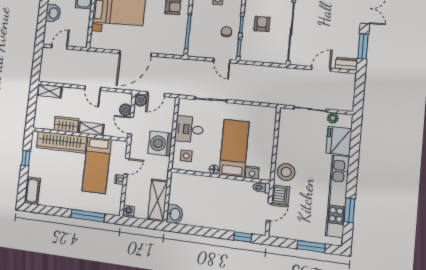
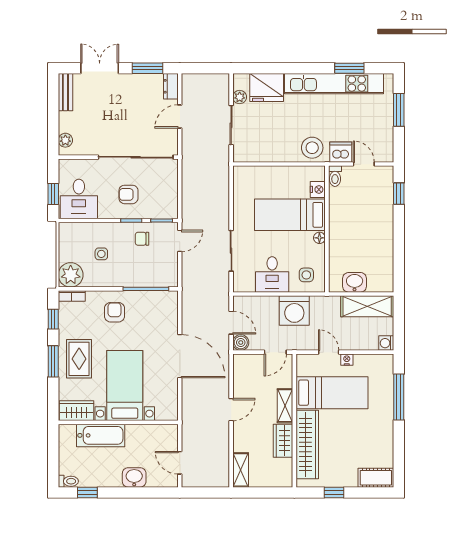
door: (321, 69) -> (180, 116), hinge flipped
boiler: (125, 110) -> (255, 362), removed
washbasin: (175, 214) -> (355, 282), moved

